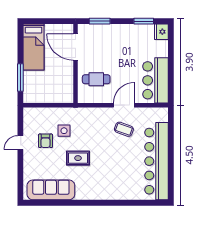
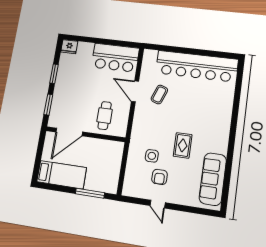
window: (144, 21) -> (54, 74), moved
armchair: (46, 141) -> (160, 177), turned 90

